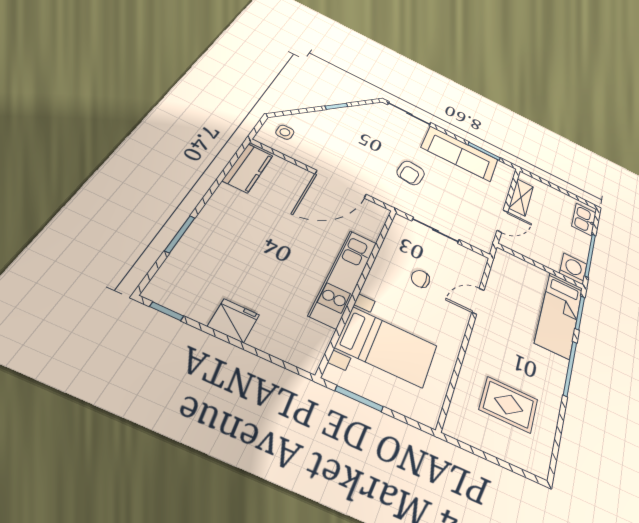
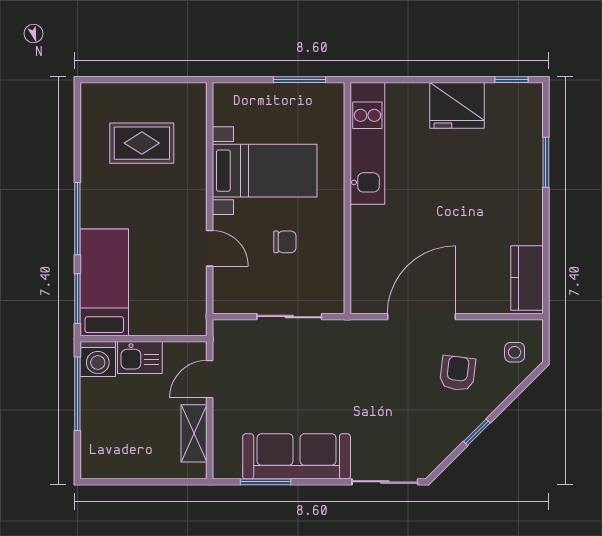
armchair: (411, 173) -> (458, 373), moved
kitchen sink: (584, 219) -> (140, 358), moved, turned 90
kitchen unit: (344, 278) -> (367, 143), moved
door: (478, 301) -> (210, 248), hinge flipped
fridge: (234, 321) -> (457, 105), width x1.36, depth x1.34
bed with nightstands: (387, 347) -> (265, 171), moved, turned 180

